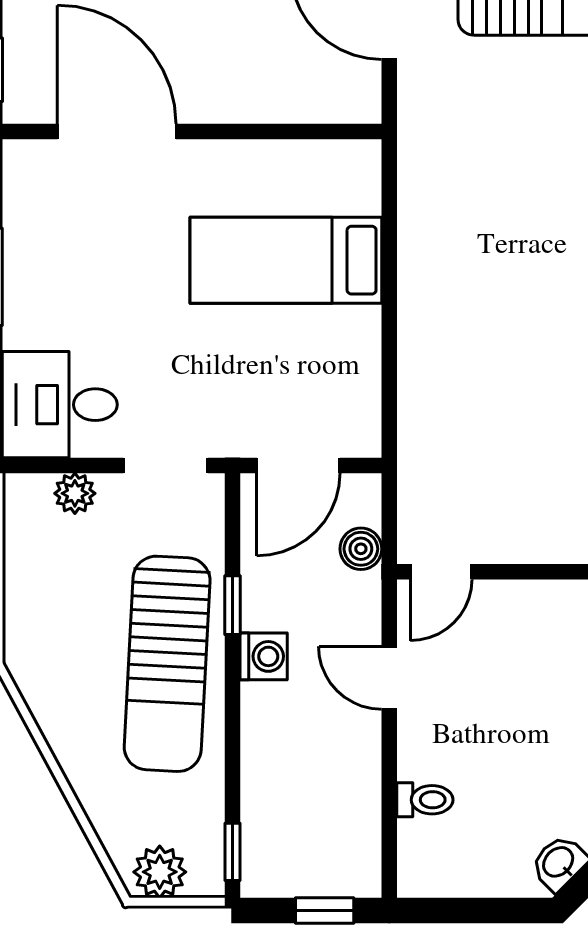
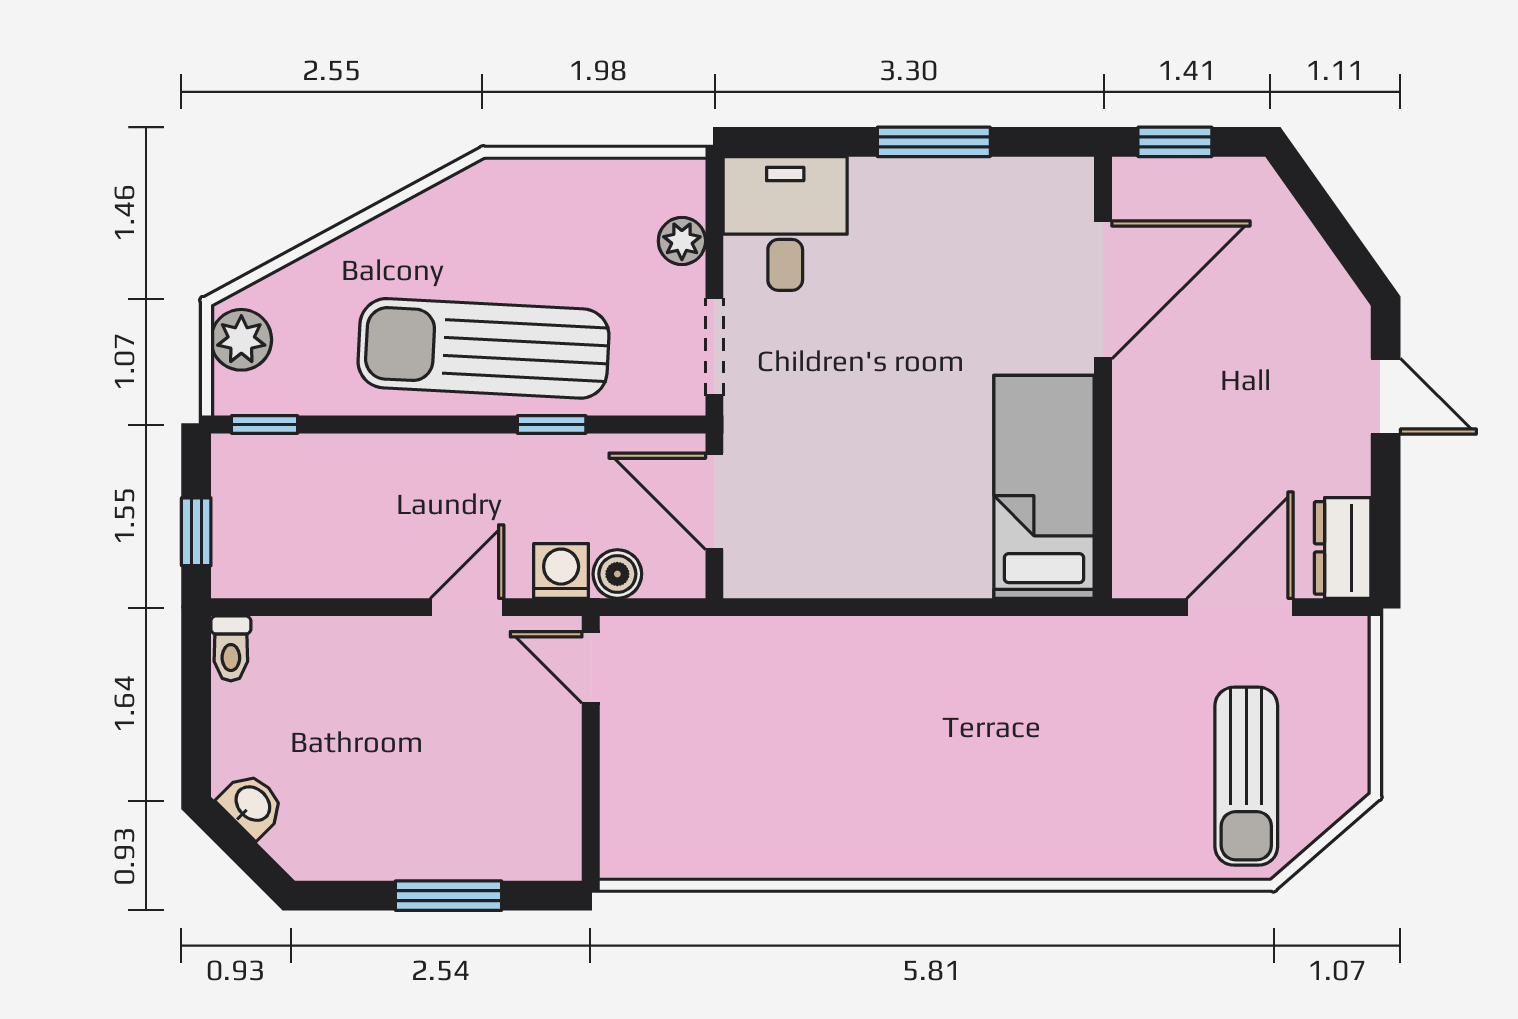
bed: (286, 260) -> (1044, 487), moved
washing machine: (264, 656) -> (561, 571), moved, turned 180
toilet: (425, 800) -> (231, 648), moved

